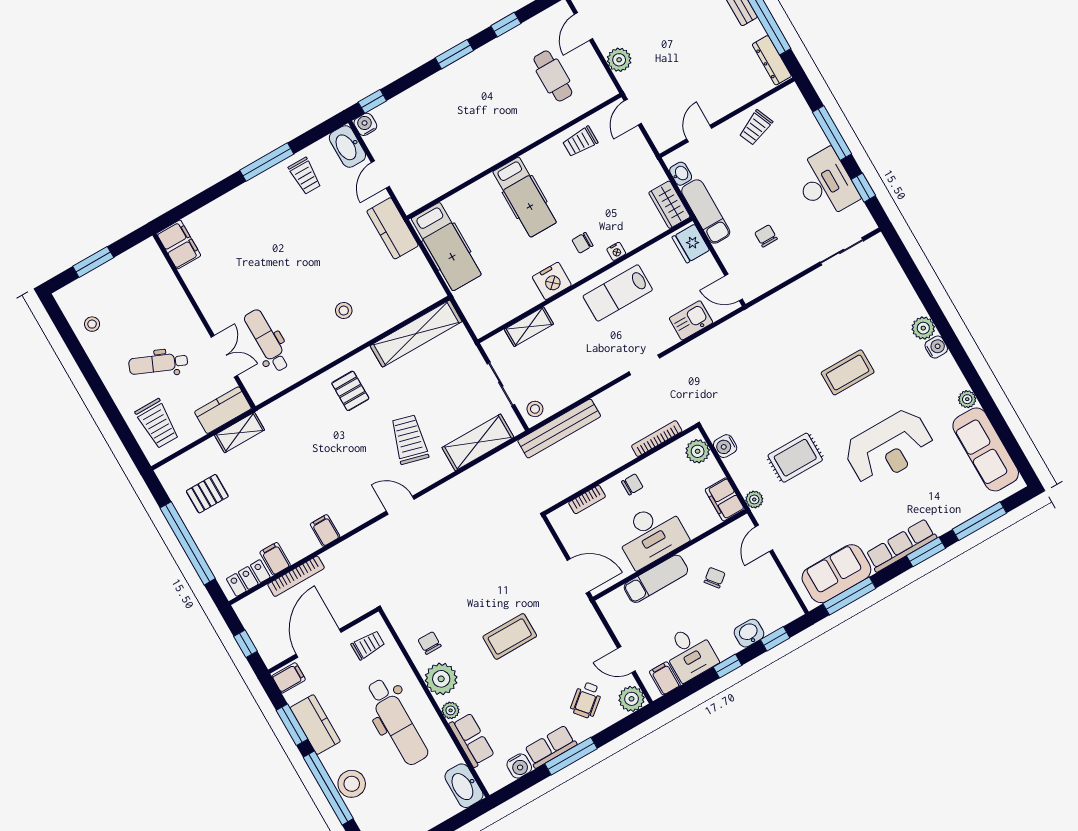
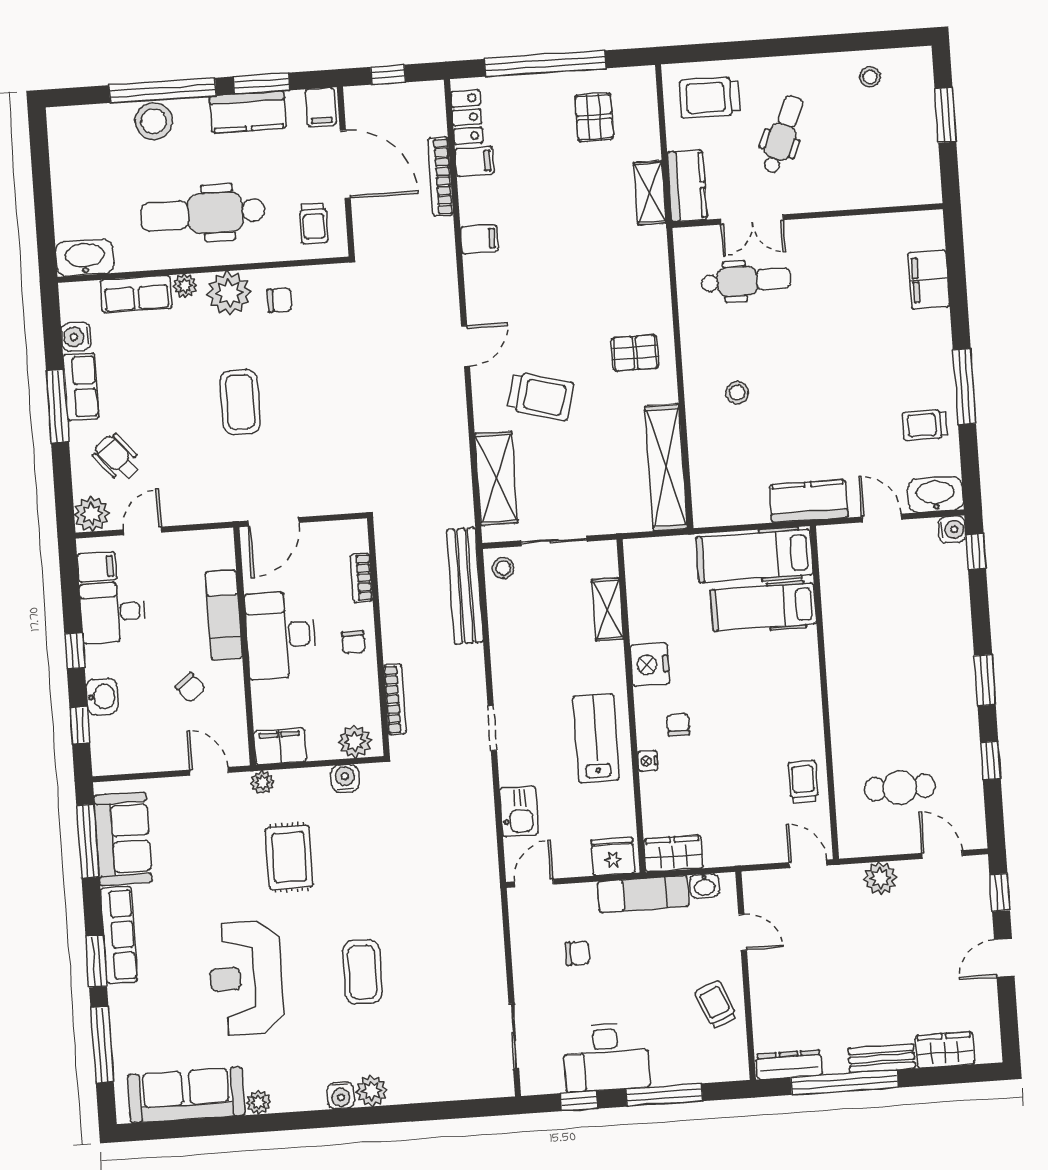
hospital bed: (525, 197) -> (763, 607), moved
filing cabinet: (179, 245) -> (929, 279), moved, turned 90

